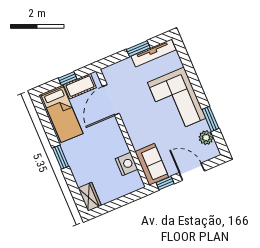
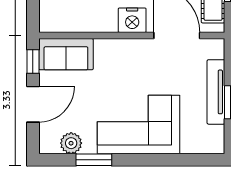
tv unit: (154, 53) -> (216, 92), moved
nightstand: (127, 164) -> (132, 20), moved

